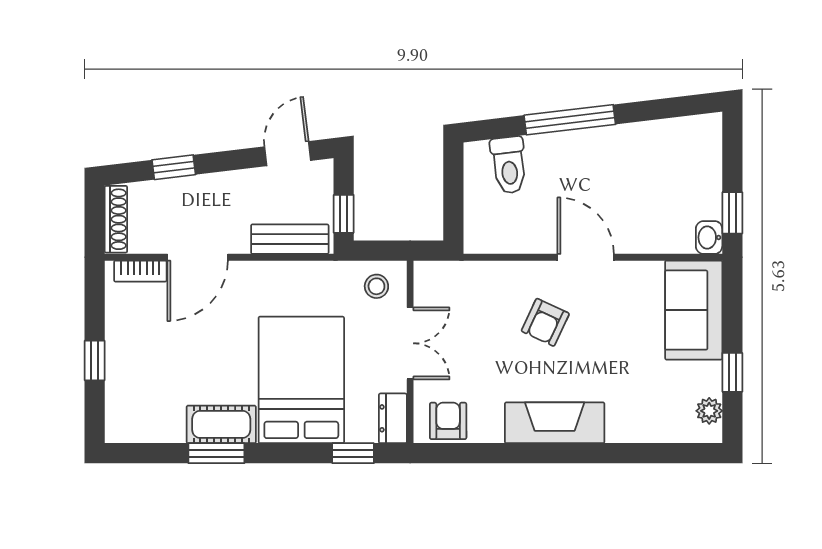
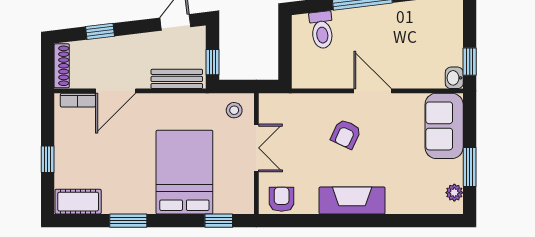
window: (732, 372) -> (470, 167), width x1.50
dresser: (393, 418) -> (245, 198), removed
cot: (221, 424) -> (78, 202), moved

